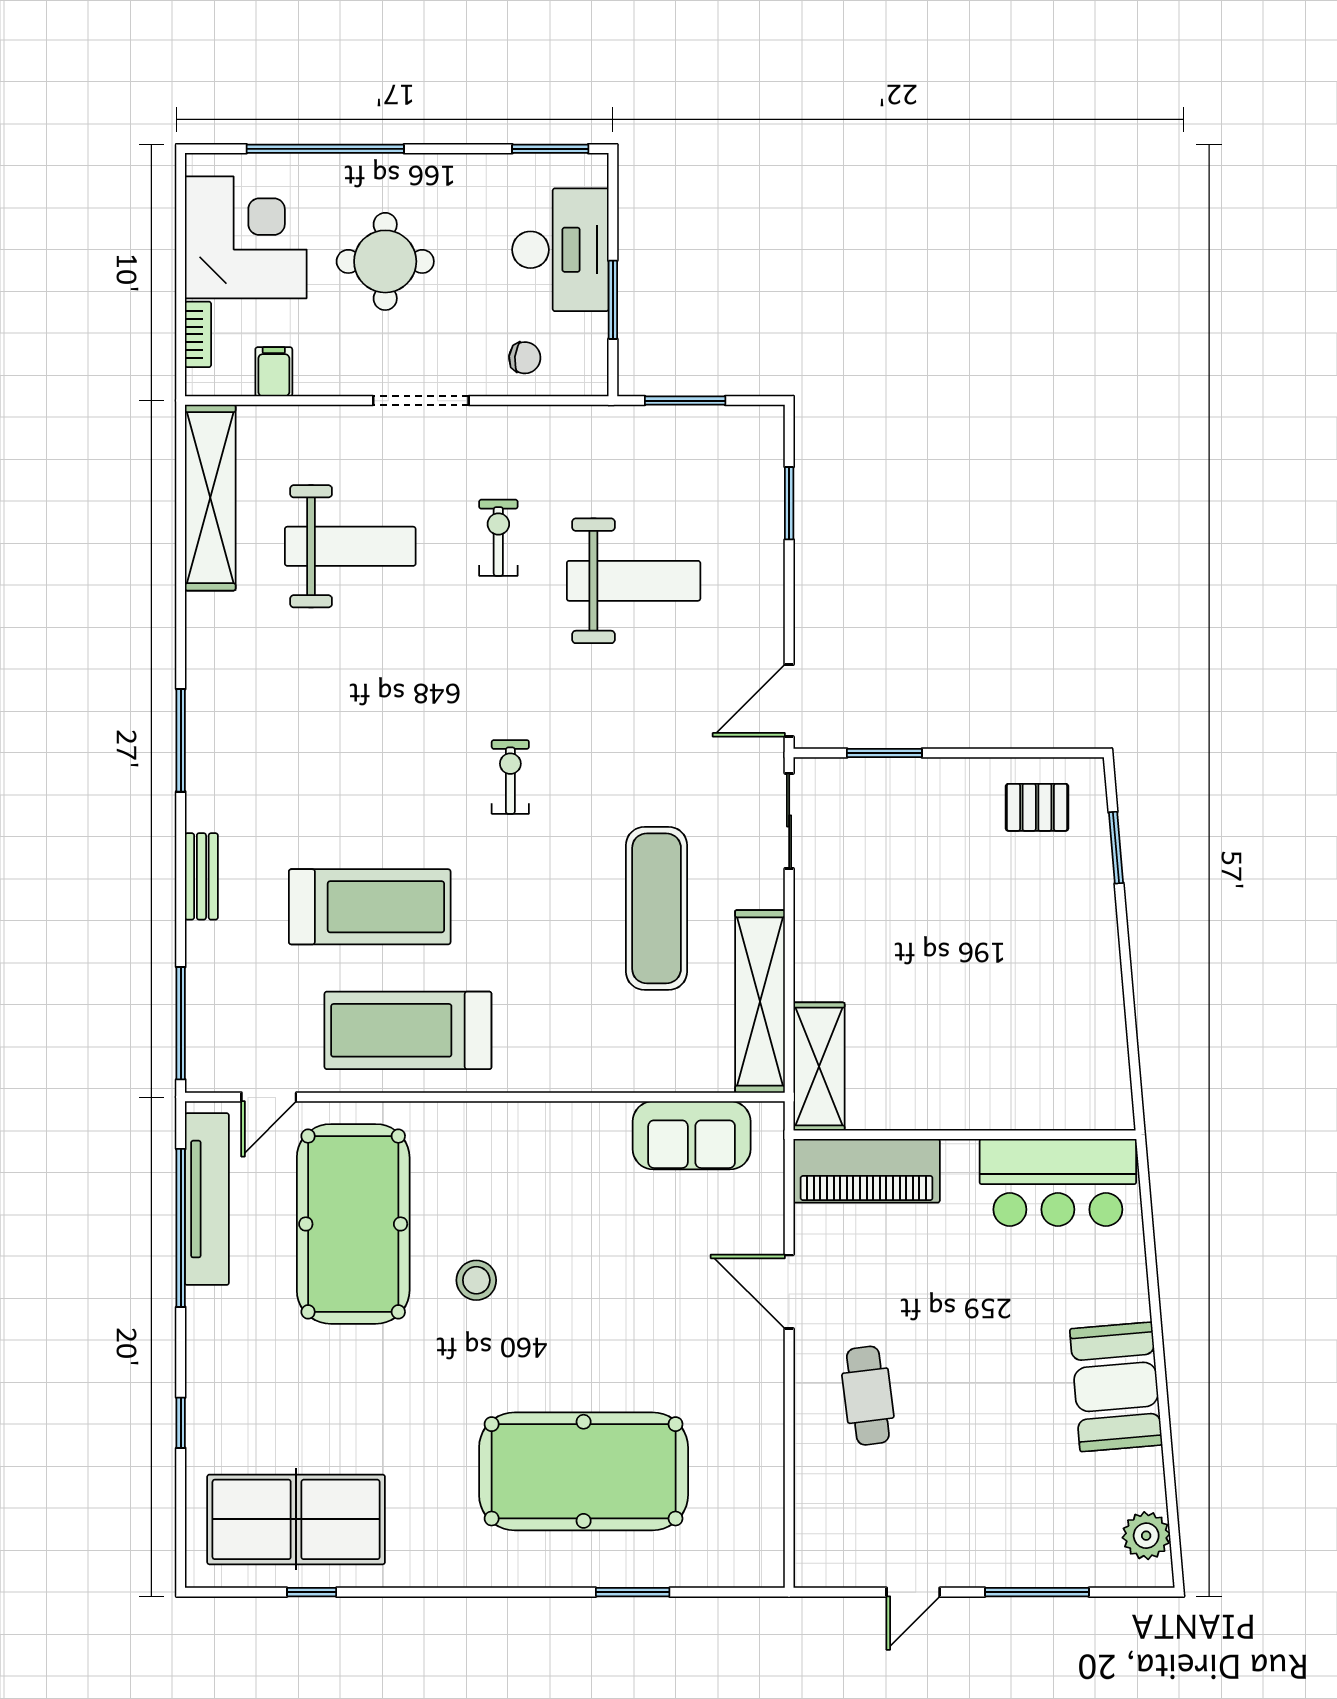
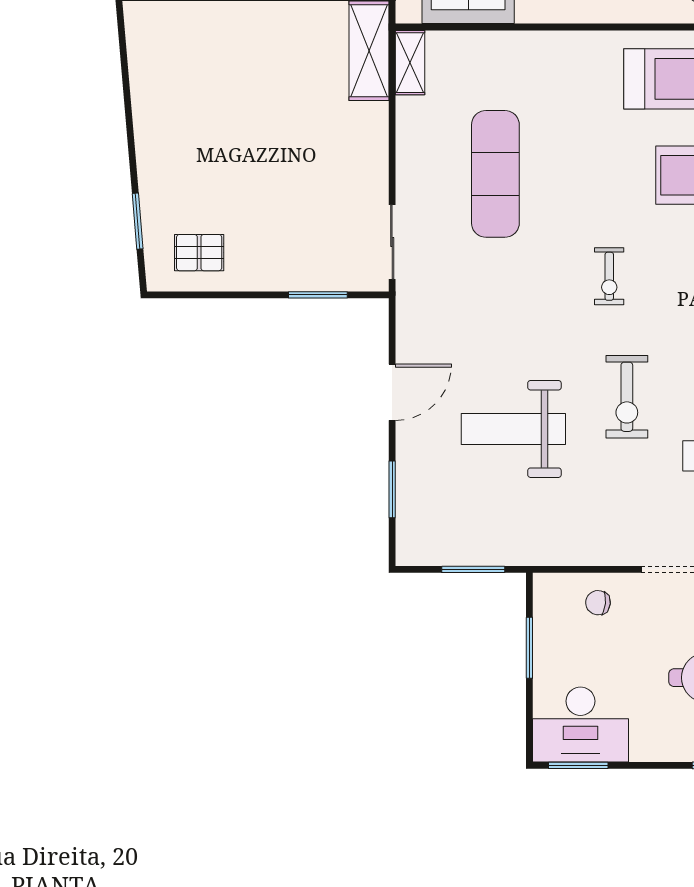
desk: (560, 250) -> (580, 725), moved, turned -90
exercise bike: (498, 538) -> (627, 397), moved, width x1.38, depth x1.39
door: (789, 701) -> (392, 392), moved
shelving: (760, 1001) -> (410, 63), width x0.45, depth x0.75

